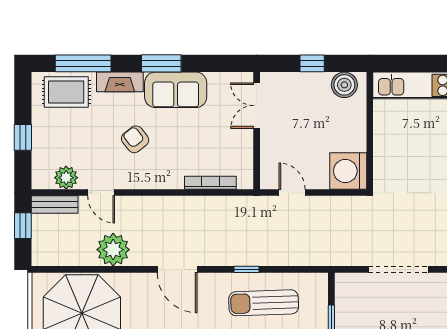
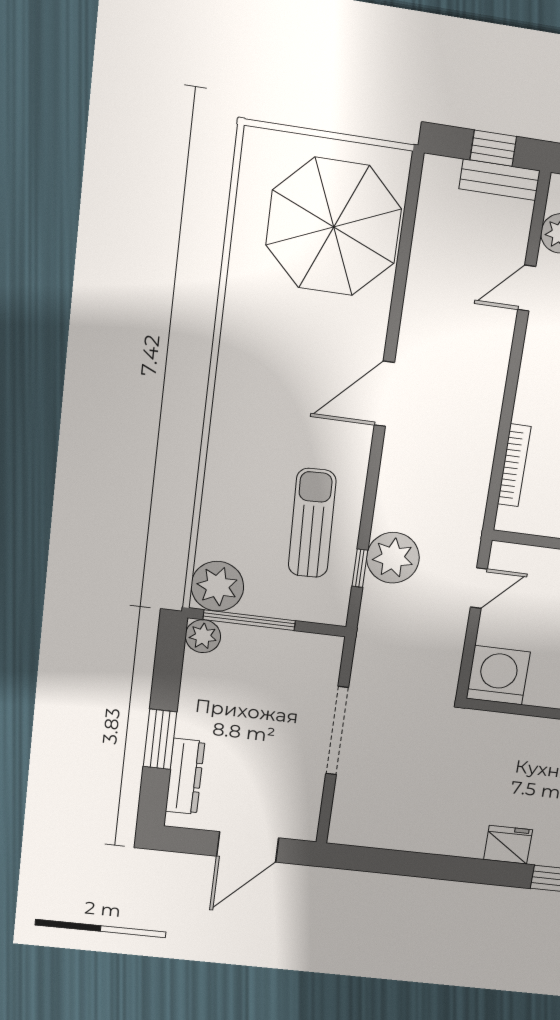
bench: (55, 205) -> (500, 180), moved, turned 90
plant: (113, 250) -> (393, 558), moved
window: (247, 269) -> (360, 568), moved

